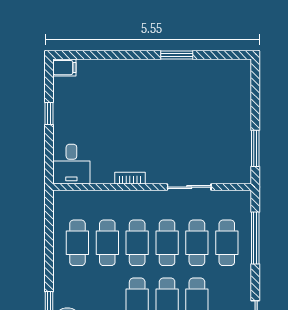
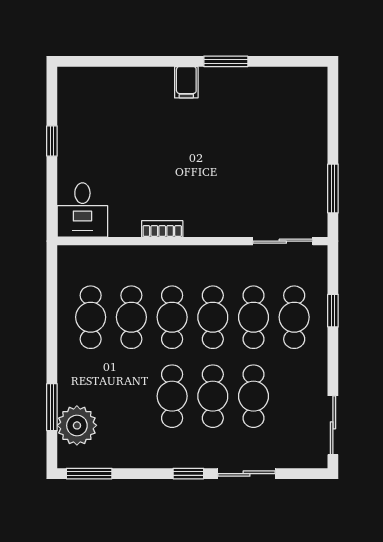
filing cabinet: (64, 68) -> (186, 82), moved, turned 90
sliding door: (189, 187) -> (283, 241), moved
window: (255, 238) -> (333, 311), width x0.46

